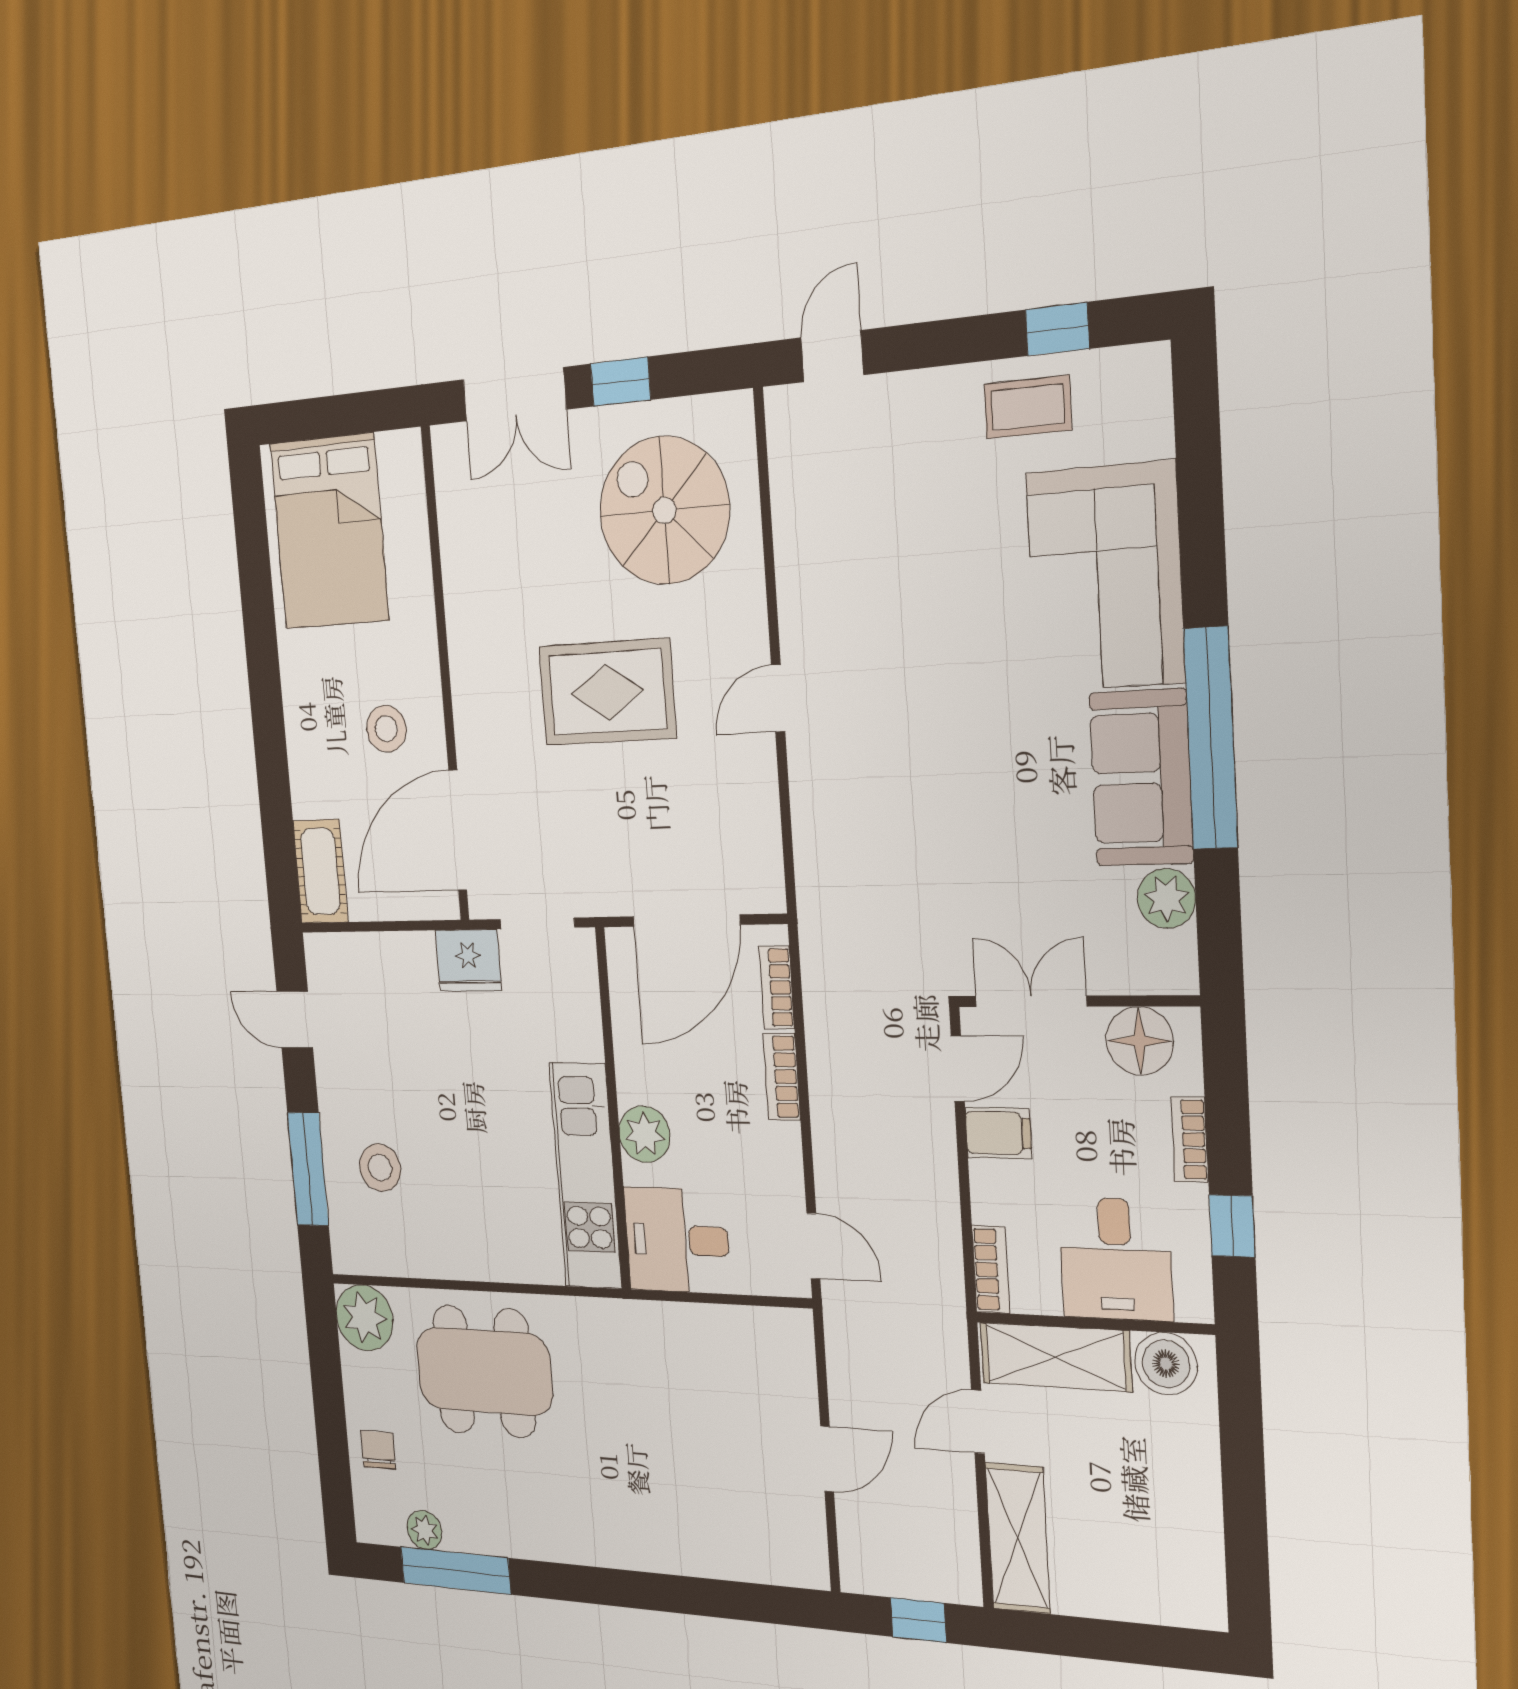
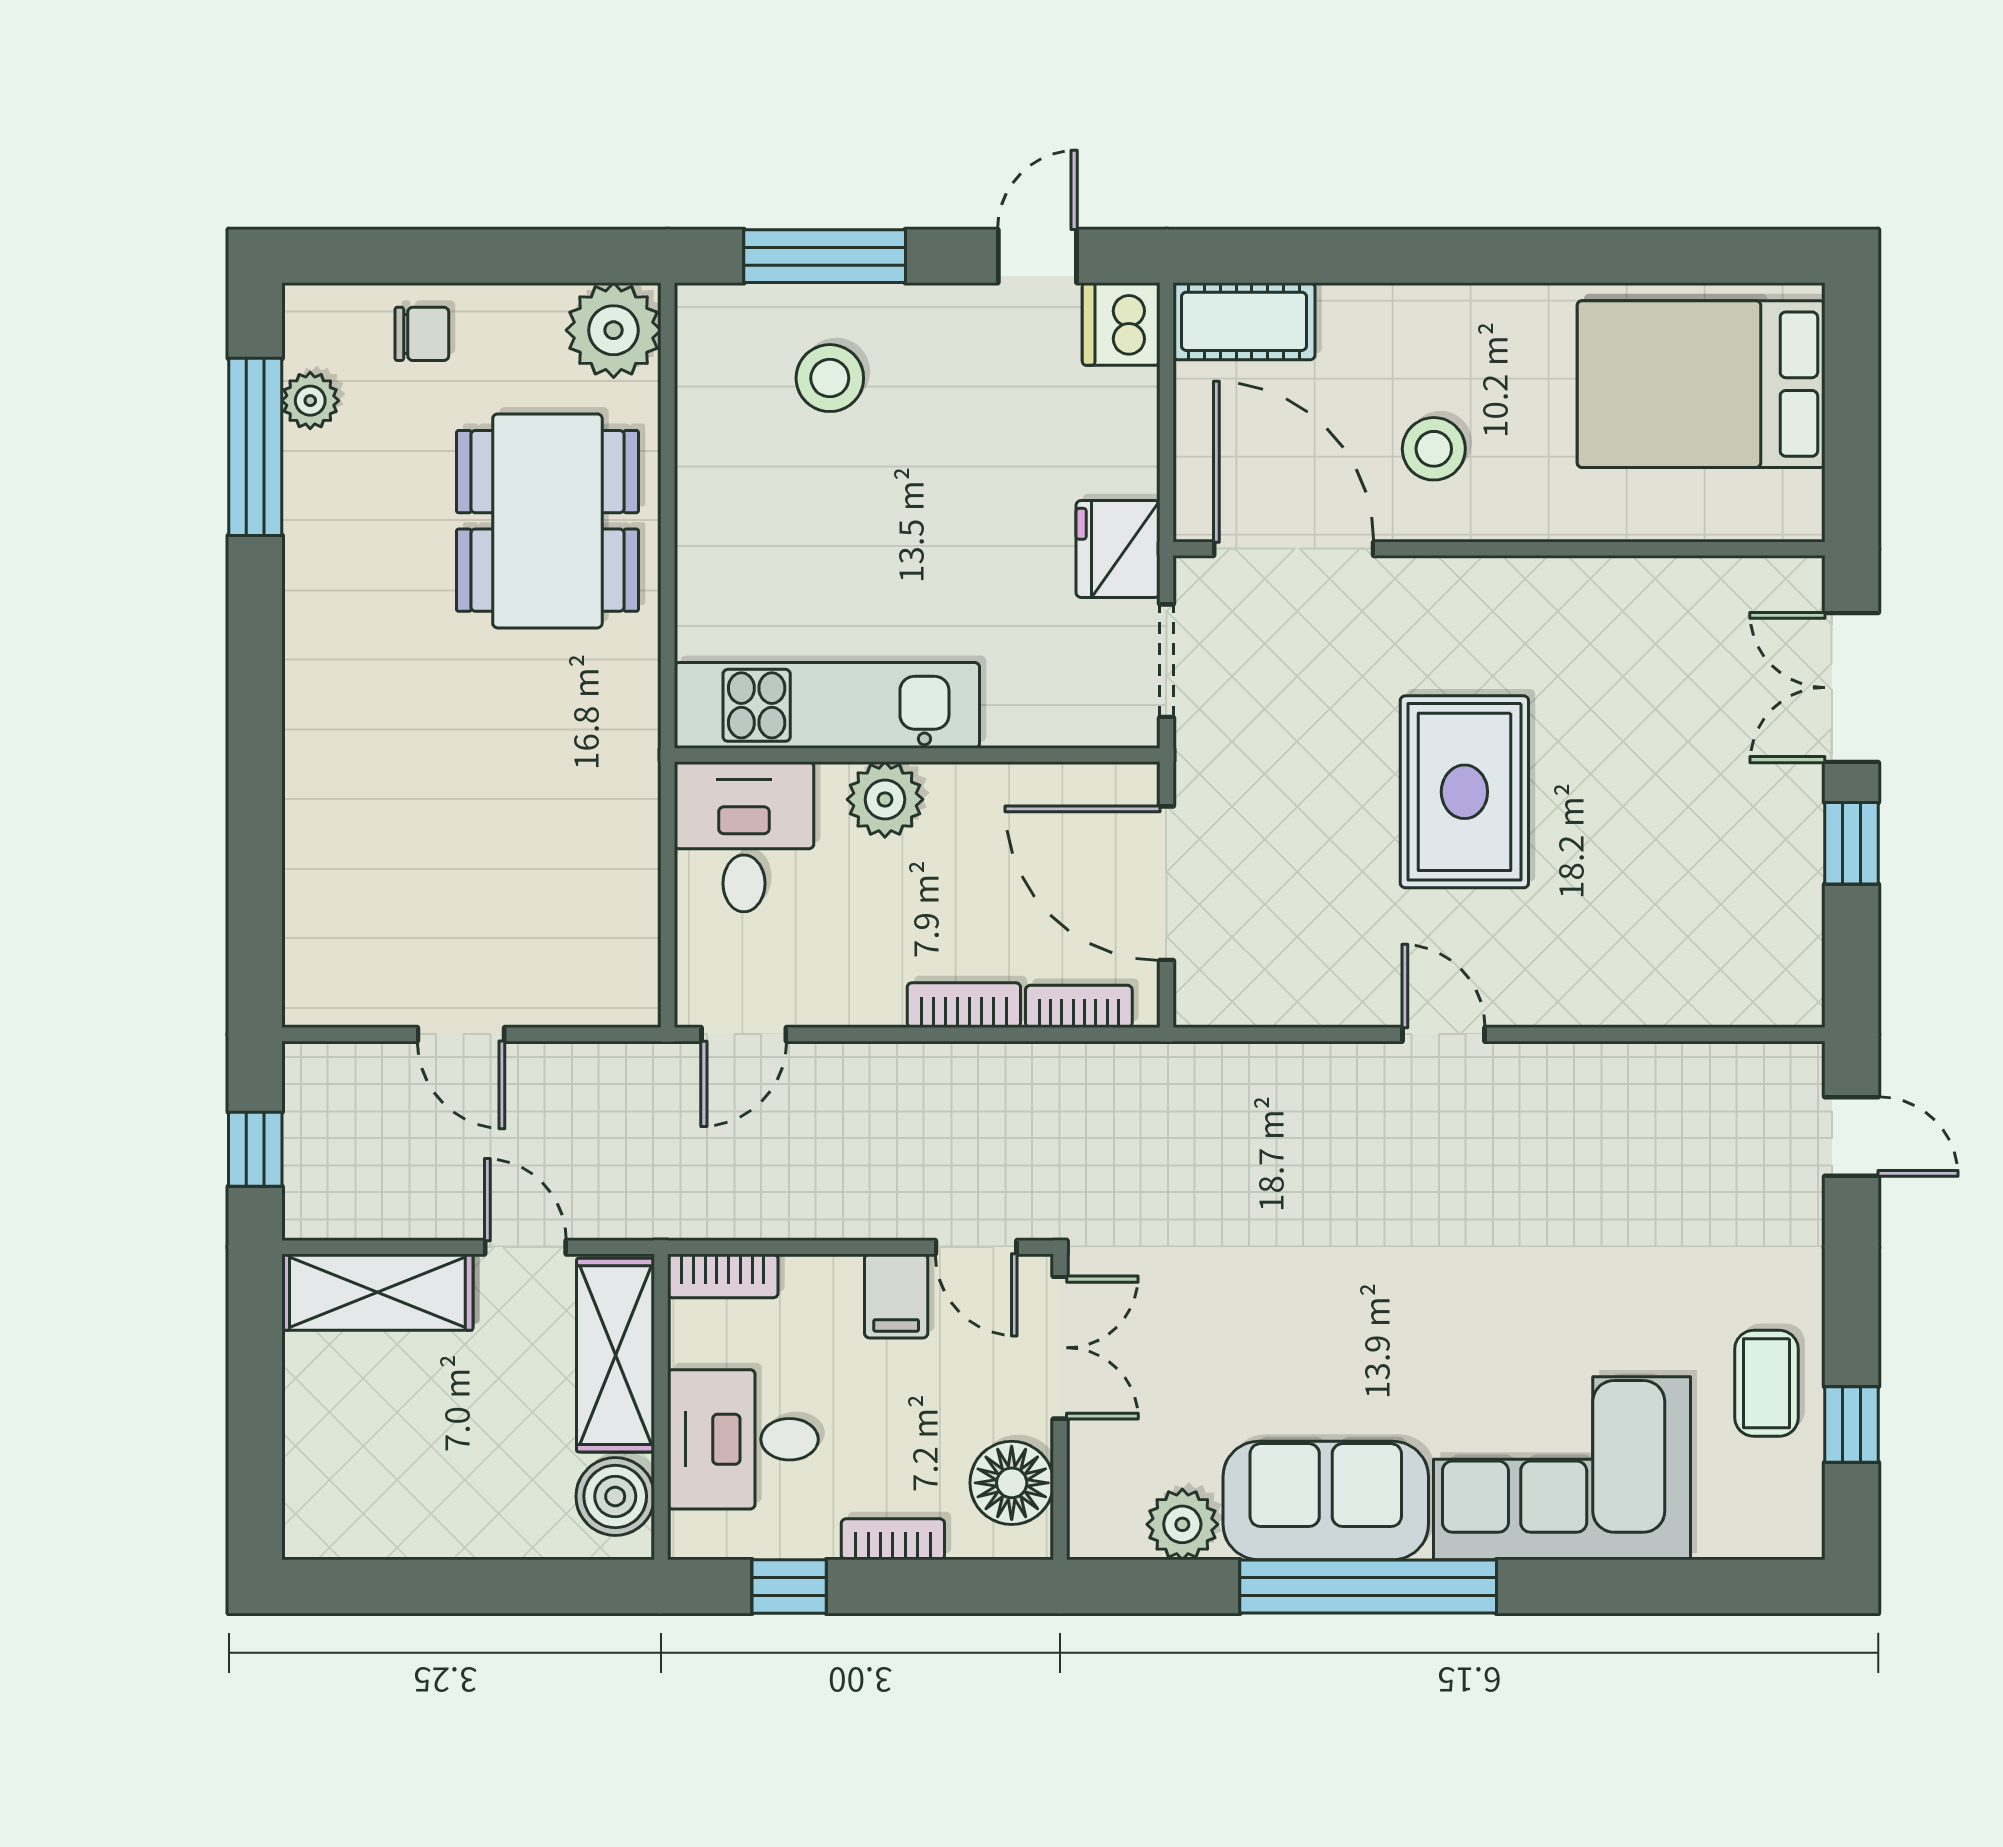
spiral stairs: (664, 510) -> (1687, 893), removed
dishwasher: (330, 960) -> (1121, 324), added

